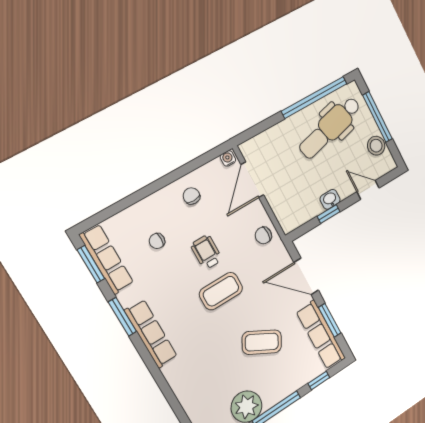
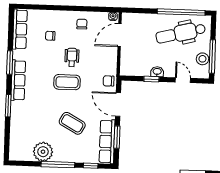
window: (377, 117) -> (212, 56), moved
chair: (263, 235) -> (109, 81), moved
window: (91, 264) -> (8, 106), moved

